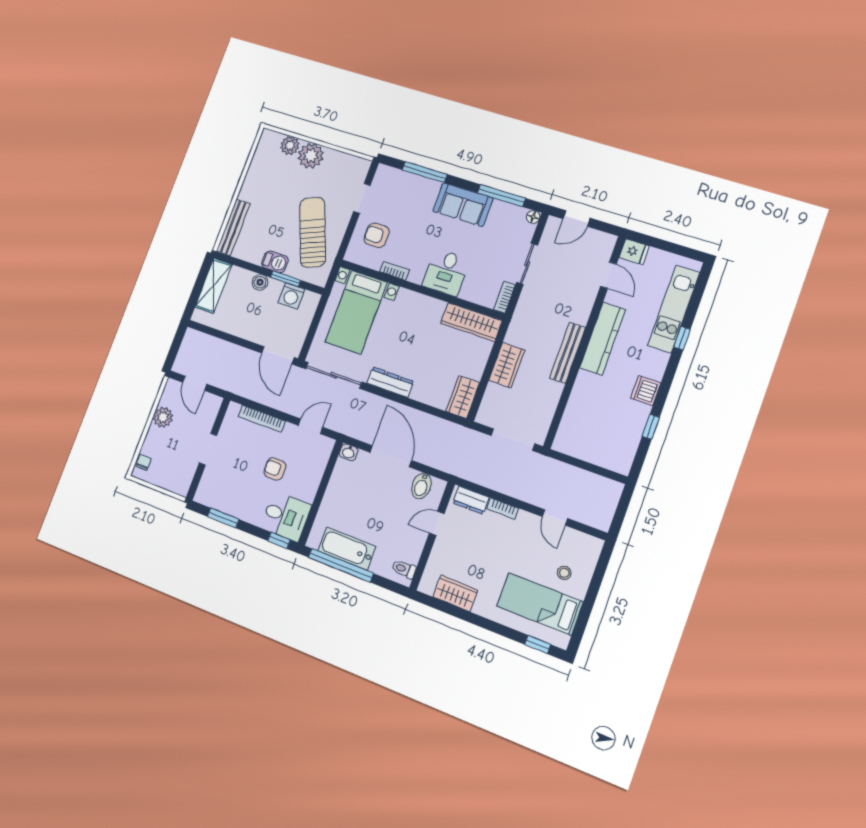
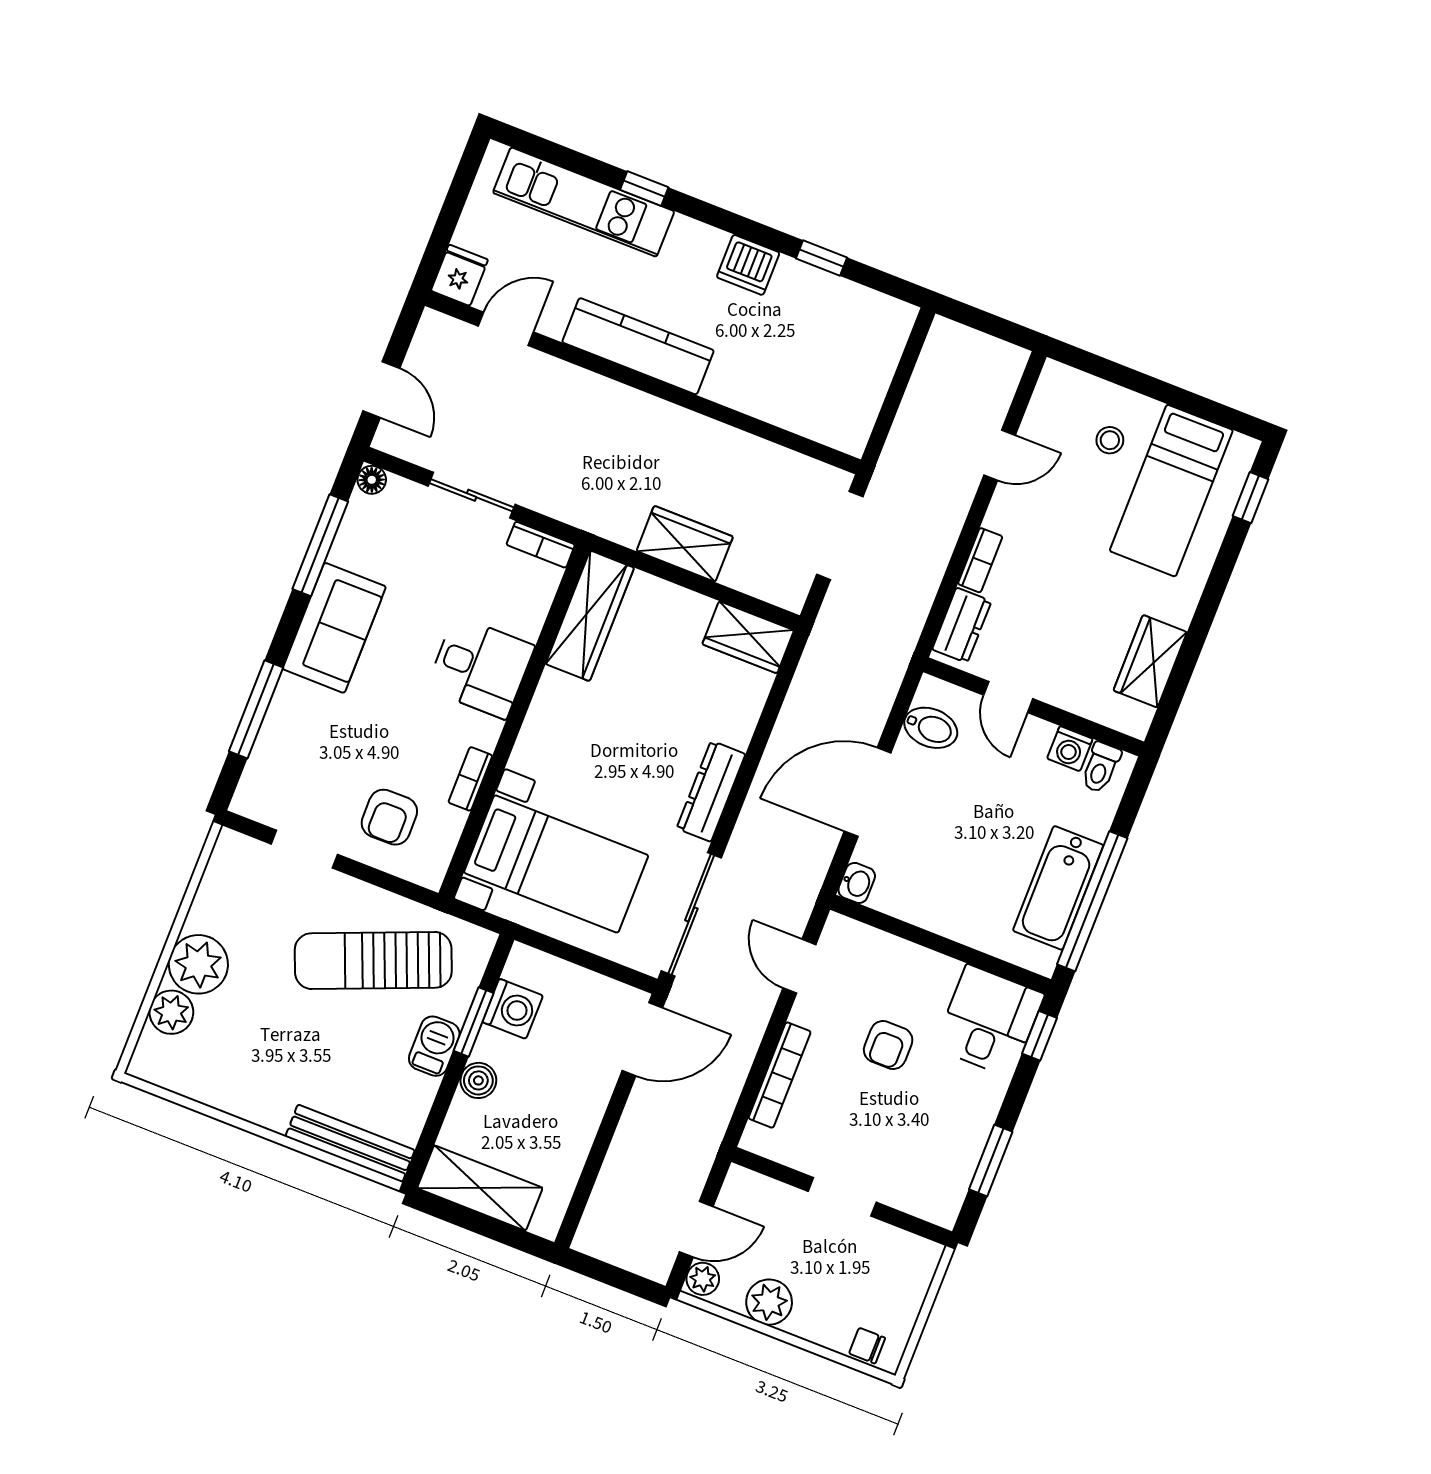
bench: (567, 353) -> (664, 418), removed
plant: (173, 387) -> (703, 1279), added
washing machine: (413, 554) -> (1070, 749), added

